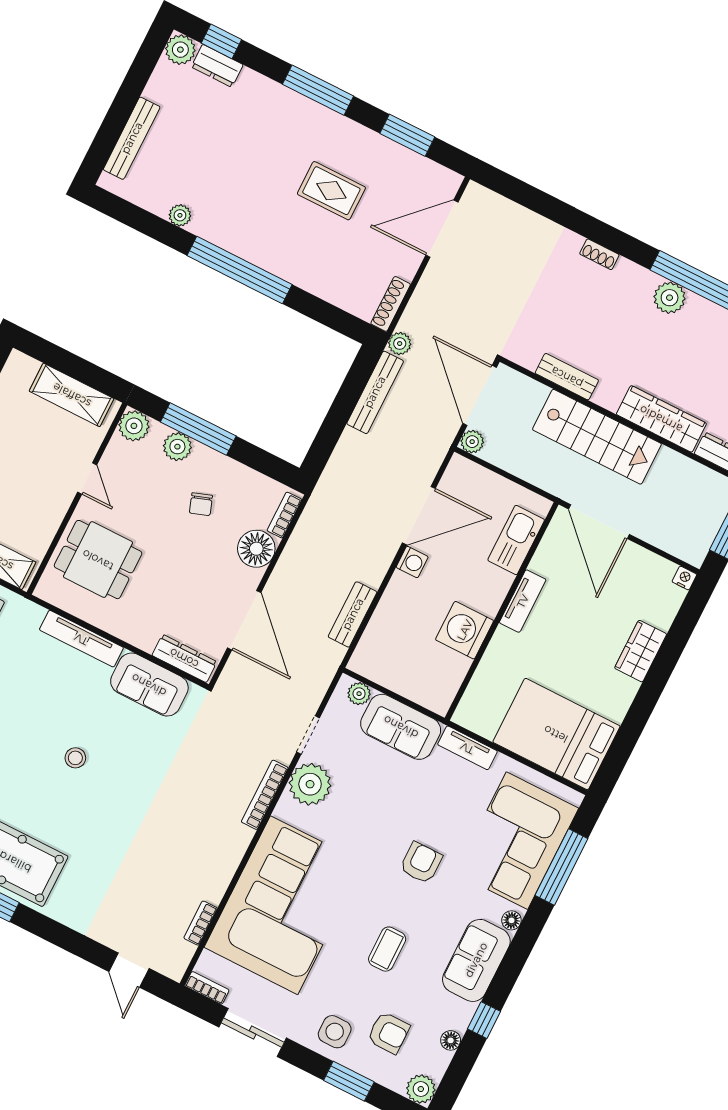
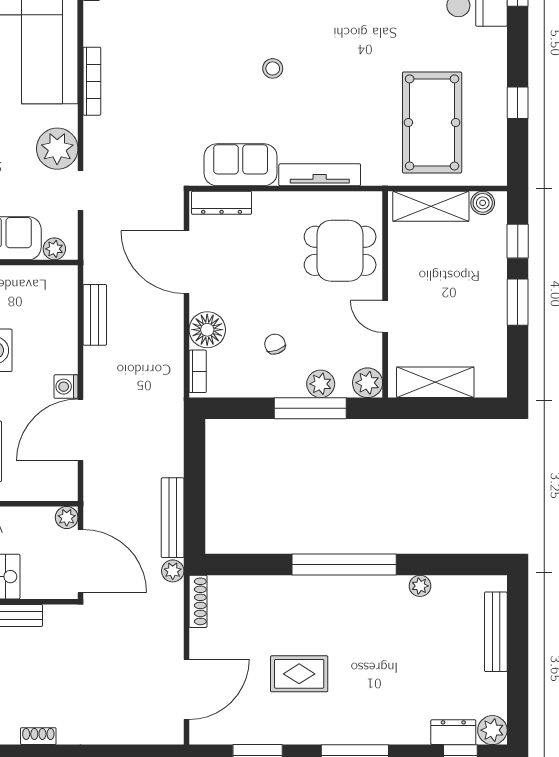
bookcase: (265, 795) -> (92, 81), moved

